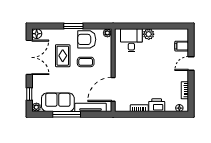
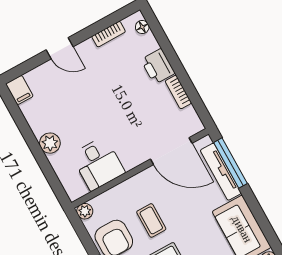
desk: (131, 40) -> (98, 164), moved, turned -90
filing cabinet: (182, 46) -> (19, 90), moved
window: (67, 114) -> (230, 163), moved

